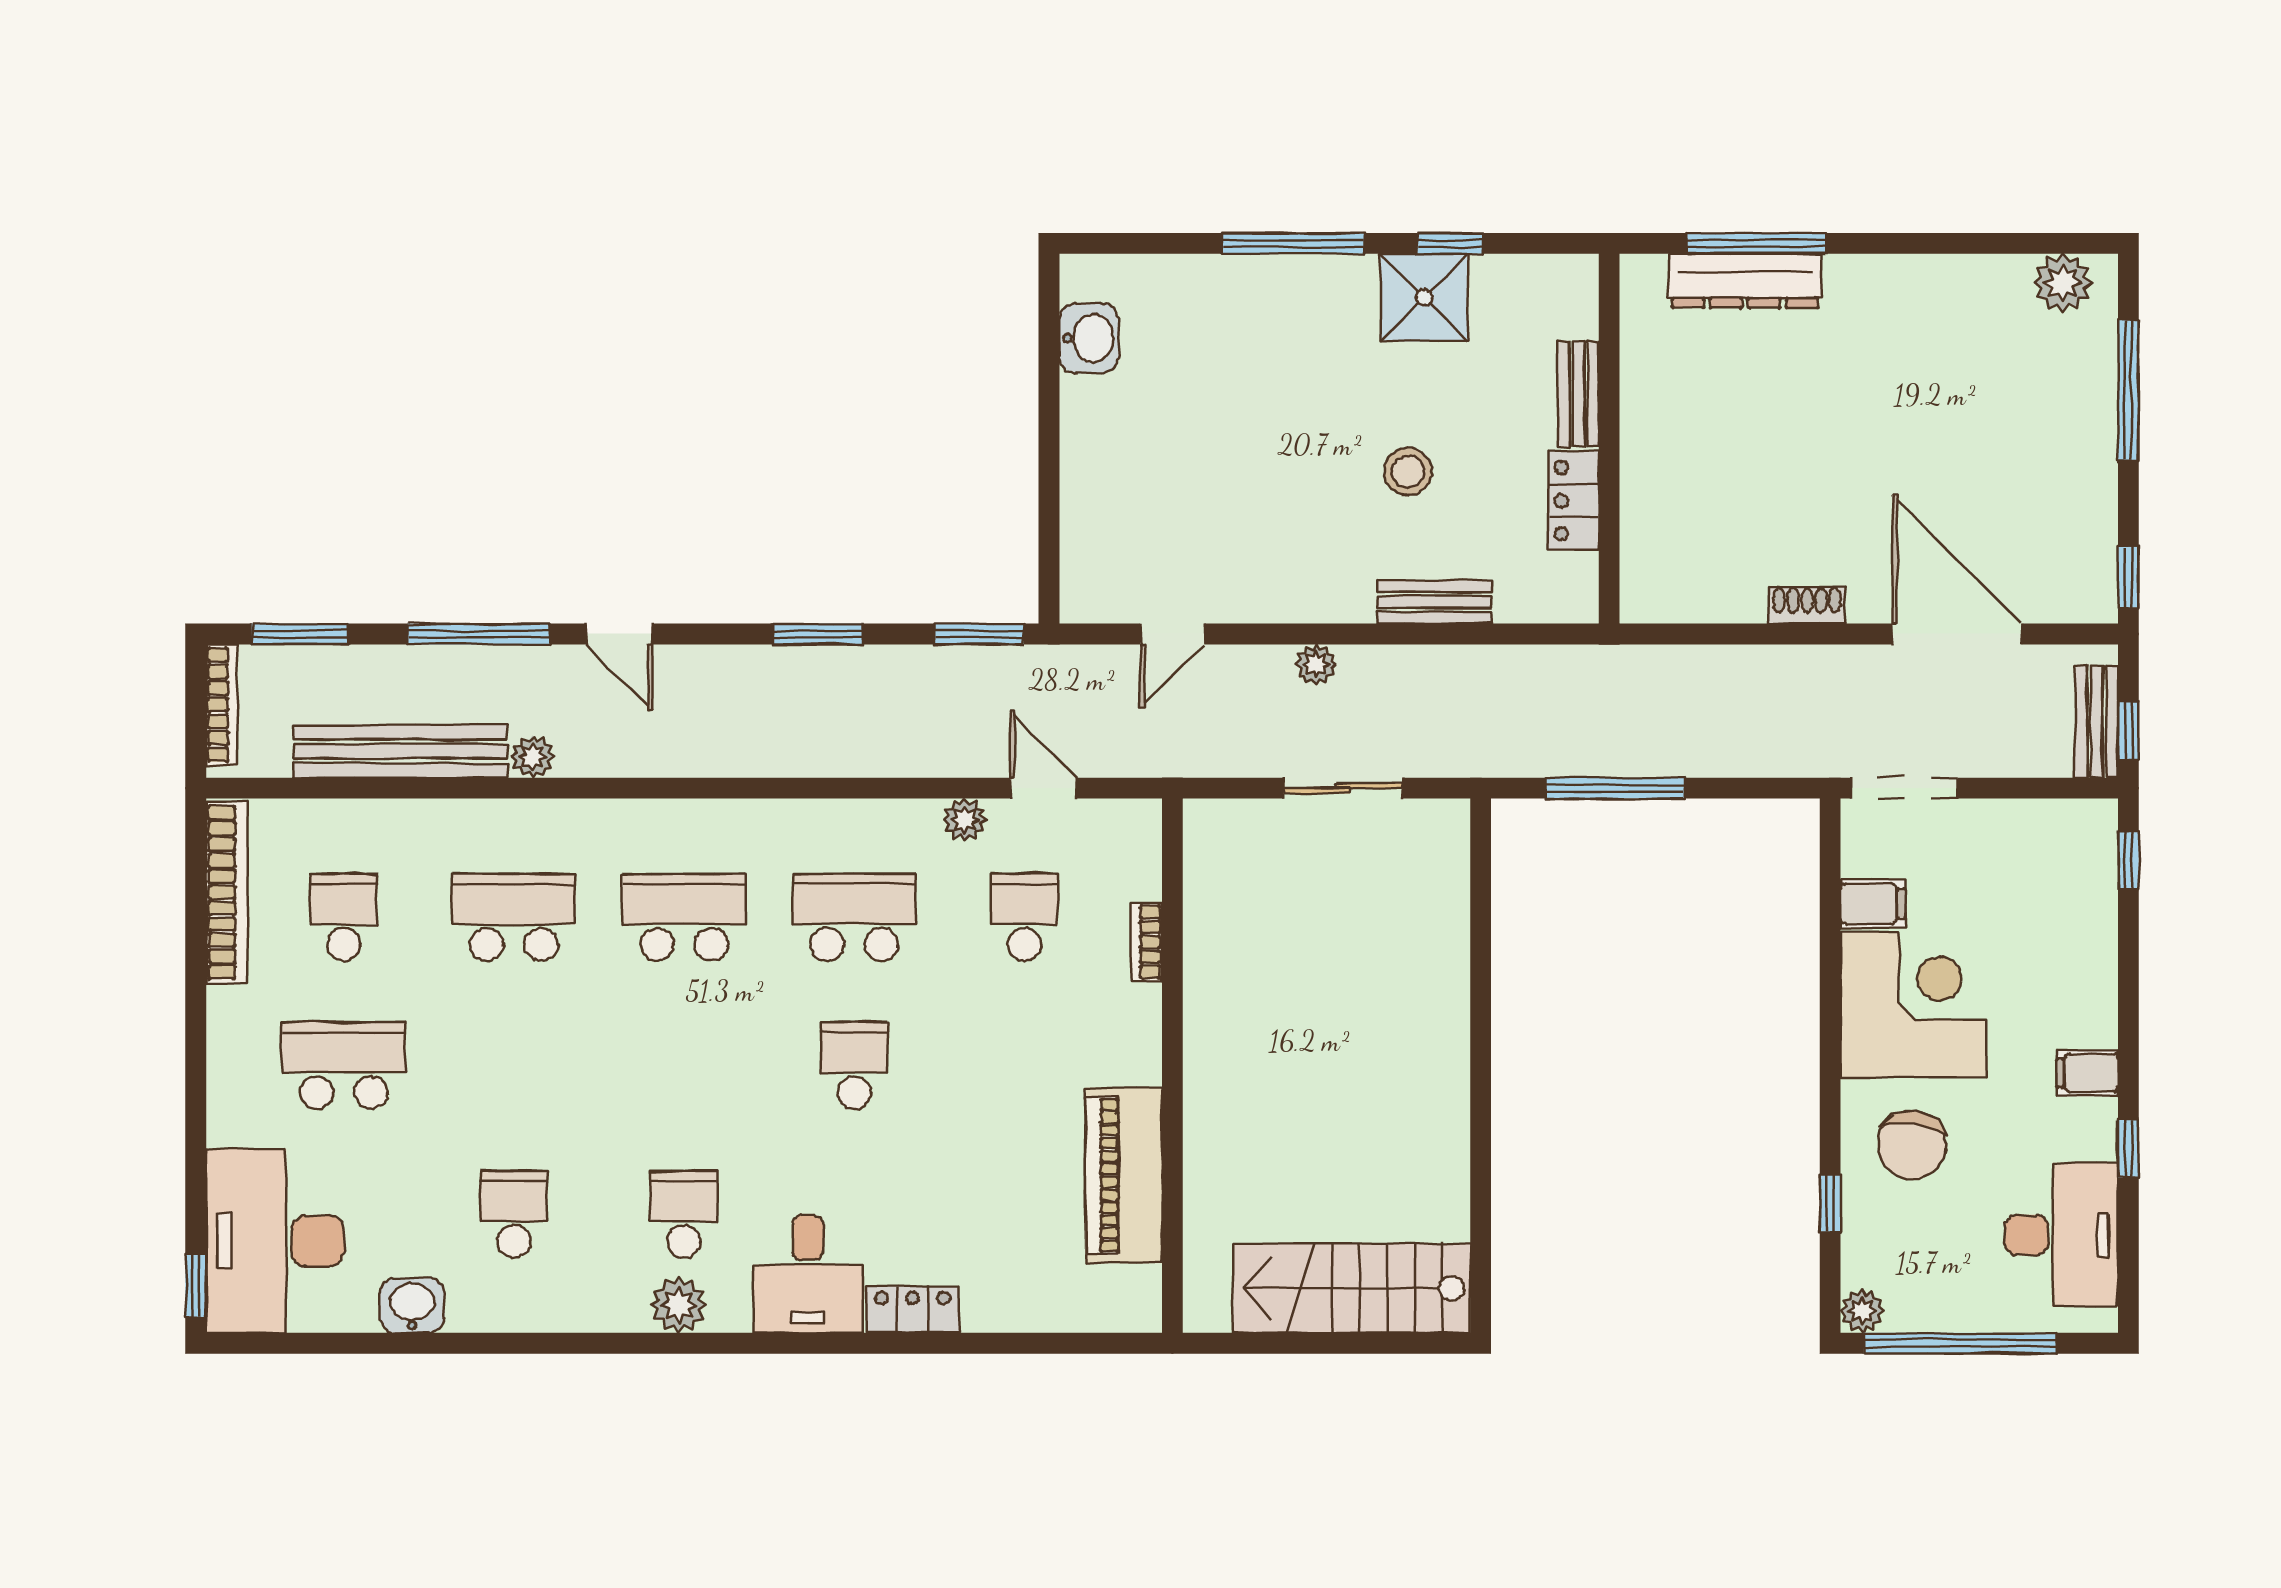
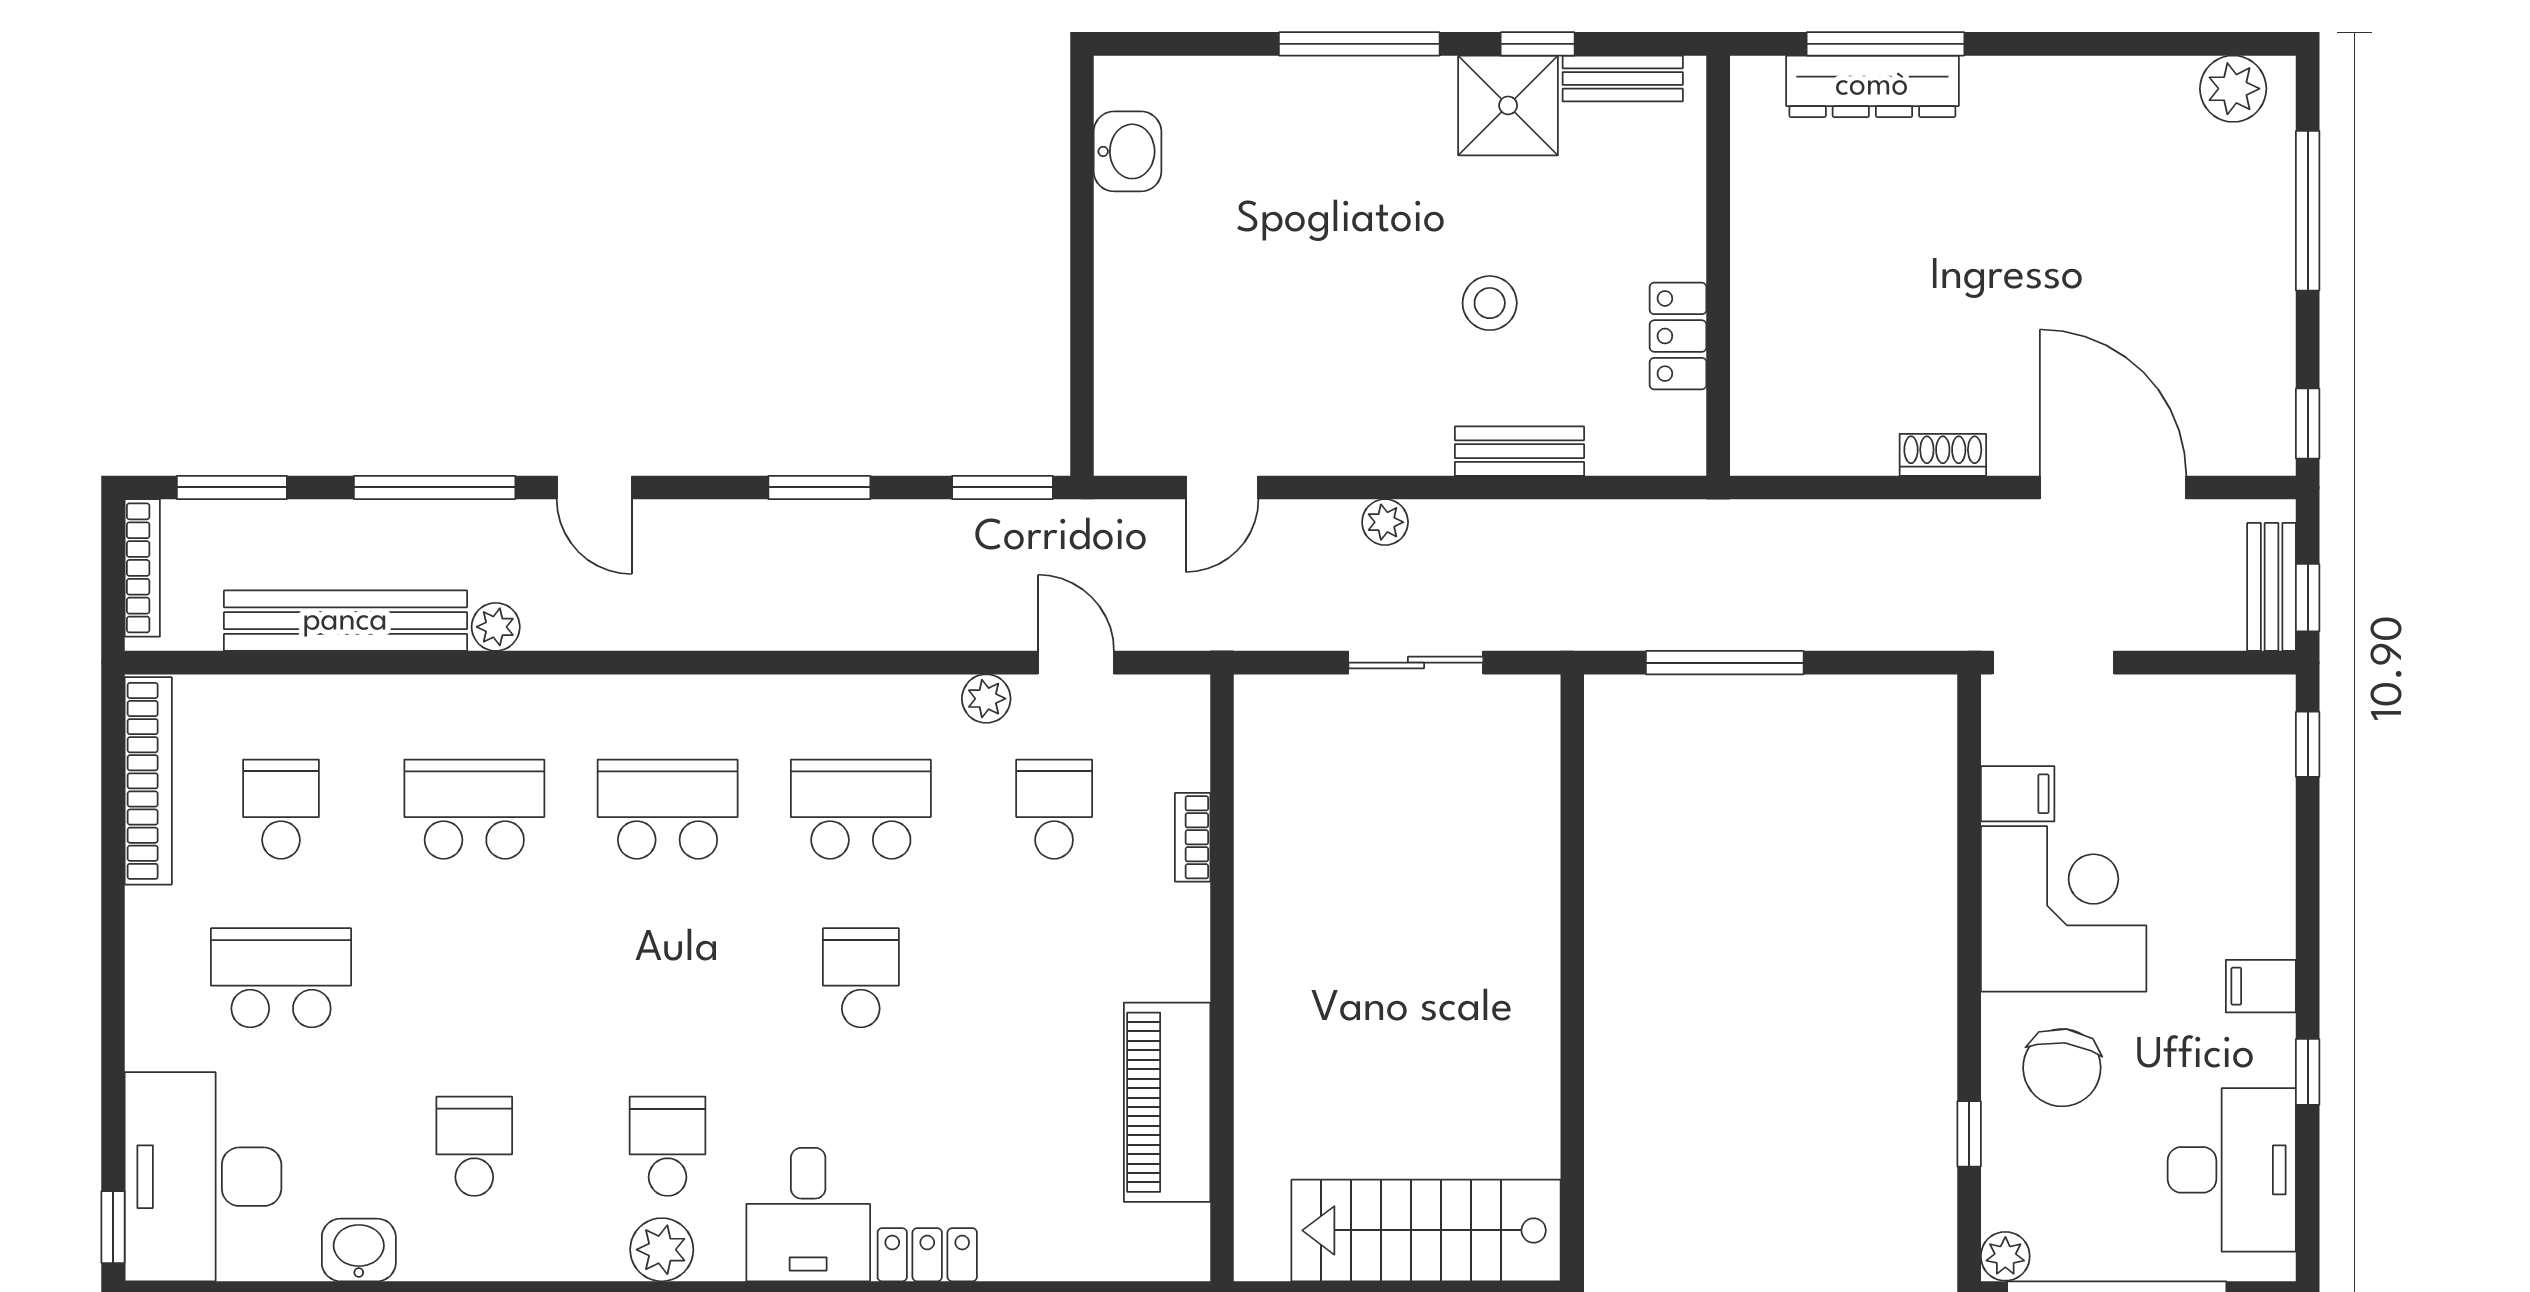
bench: (1579, 394) -> (1623, 79), moved, turned 90

